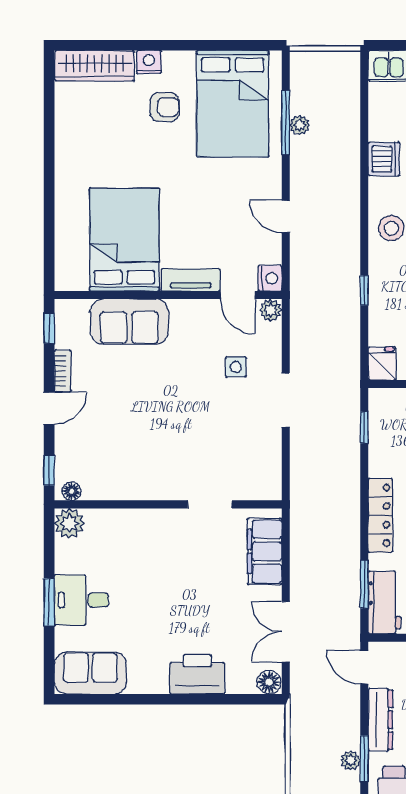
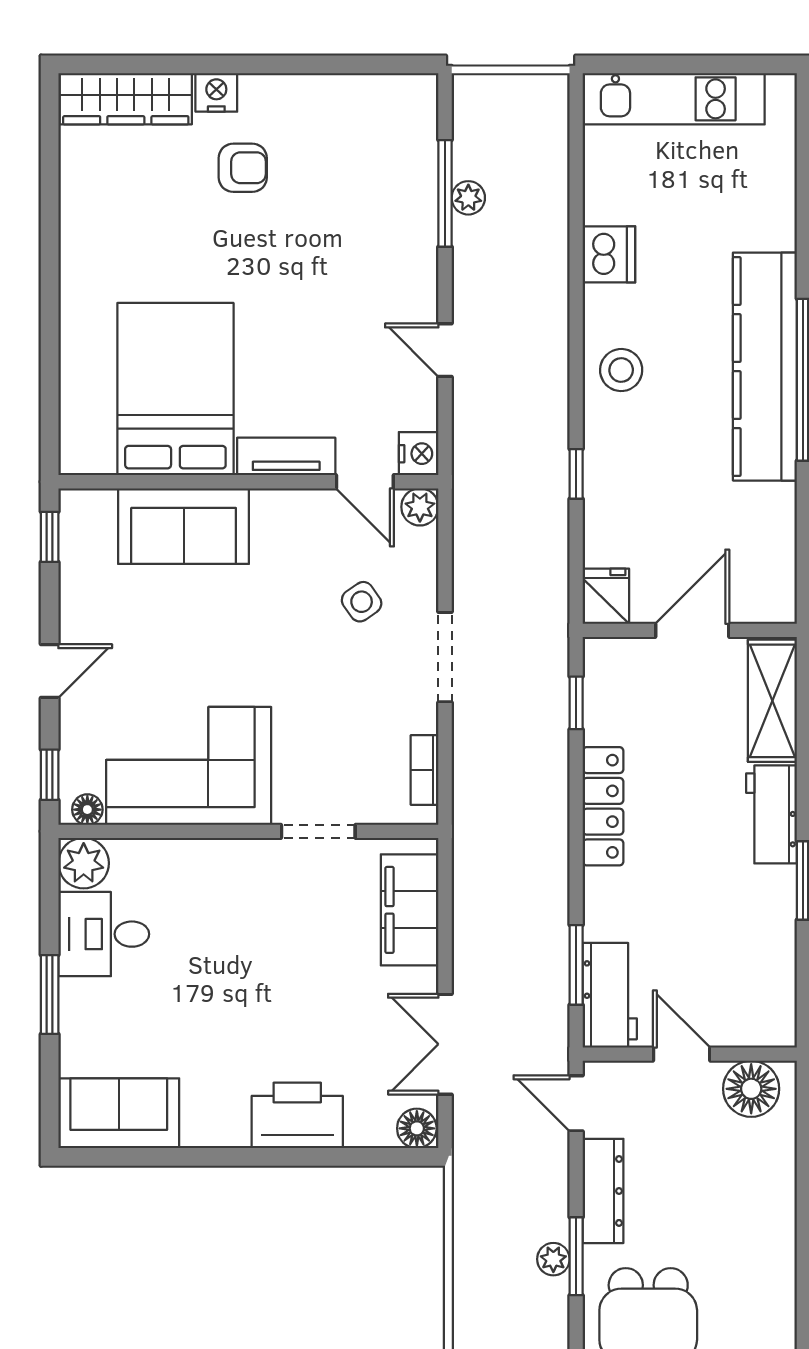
bed: (233, 104) -> (356, 162), removed
side table: (236, 367) -> (362, 602), turned -35
bookcase: (63, 371) -> (425, 770), moved, turned 180
corner sofa: (132, 465) -> (189, 766), added
locker: (380, 515) -> (603, 806), moved
desk: (81, 600) -> (104, 934), moved

